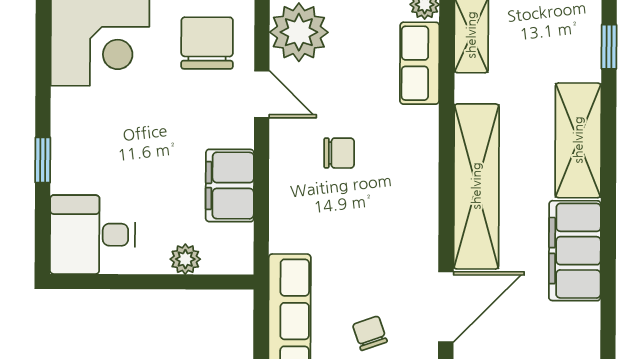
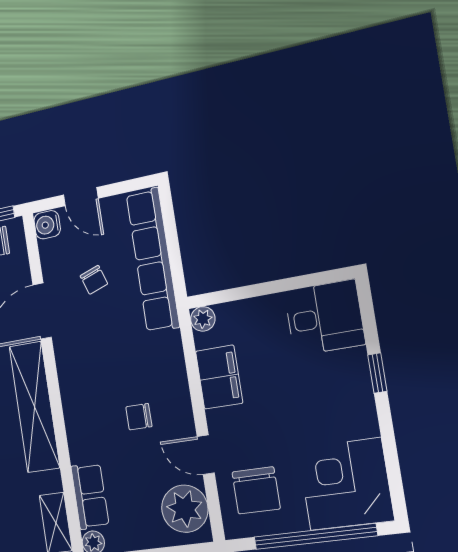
plant: (185, 259) -> (203, 319), moved

